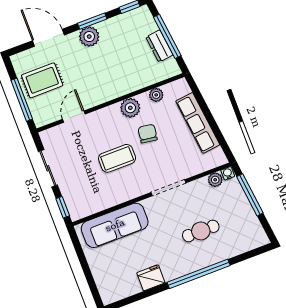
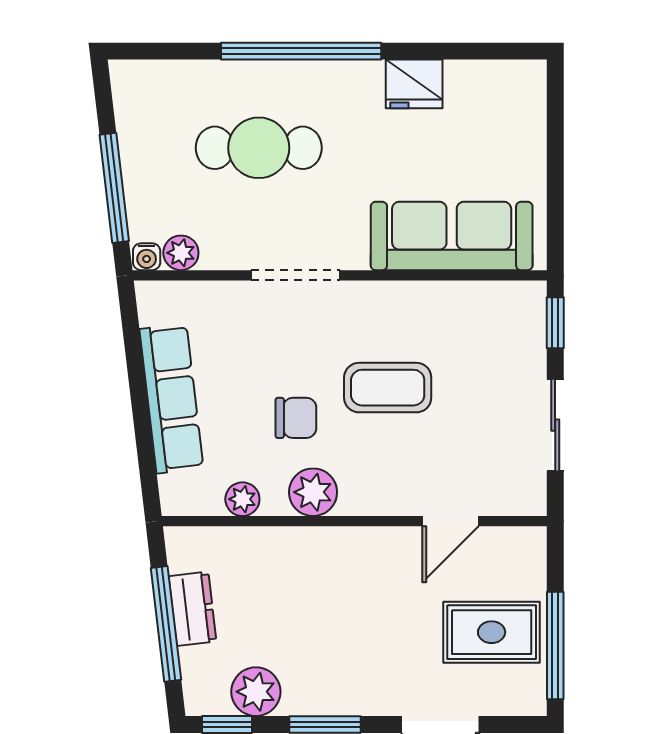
plant: (89, 37) -> (256, 692), moved
window: (22, 100) -> (555, 645), moved
chair: (148, 134) -> (296, 418), turned -98
cafe table: (201, 231) -> (259, 148), width x1.37, depth x1.35

